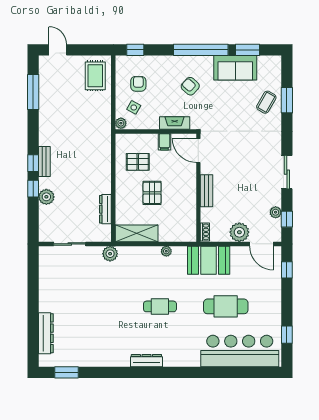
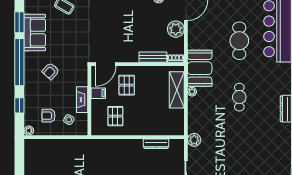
window: (135, 50) -> (19, 105), moved
rug: (95, 76) -> (42, 152), removed
plant: (121, 123) -> (29, 131), moved
fireplace: (175, 123) -> (82, 100), moved
bench: (207, 191) -> (153, 57), moved
pallet: (152, 193) -> (127, 85), moved, turned 90
shelving: (137, 233) -> (177, 90), moved
booth: (209, 260) -> (200, 68), moved

